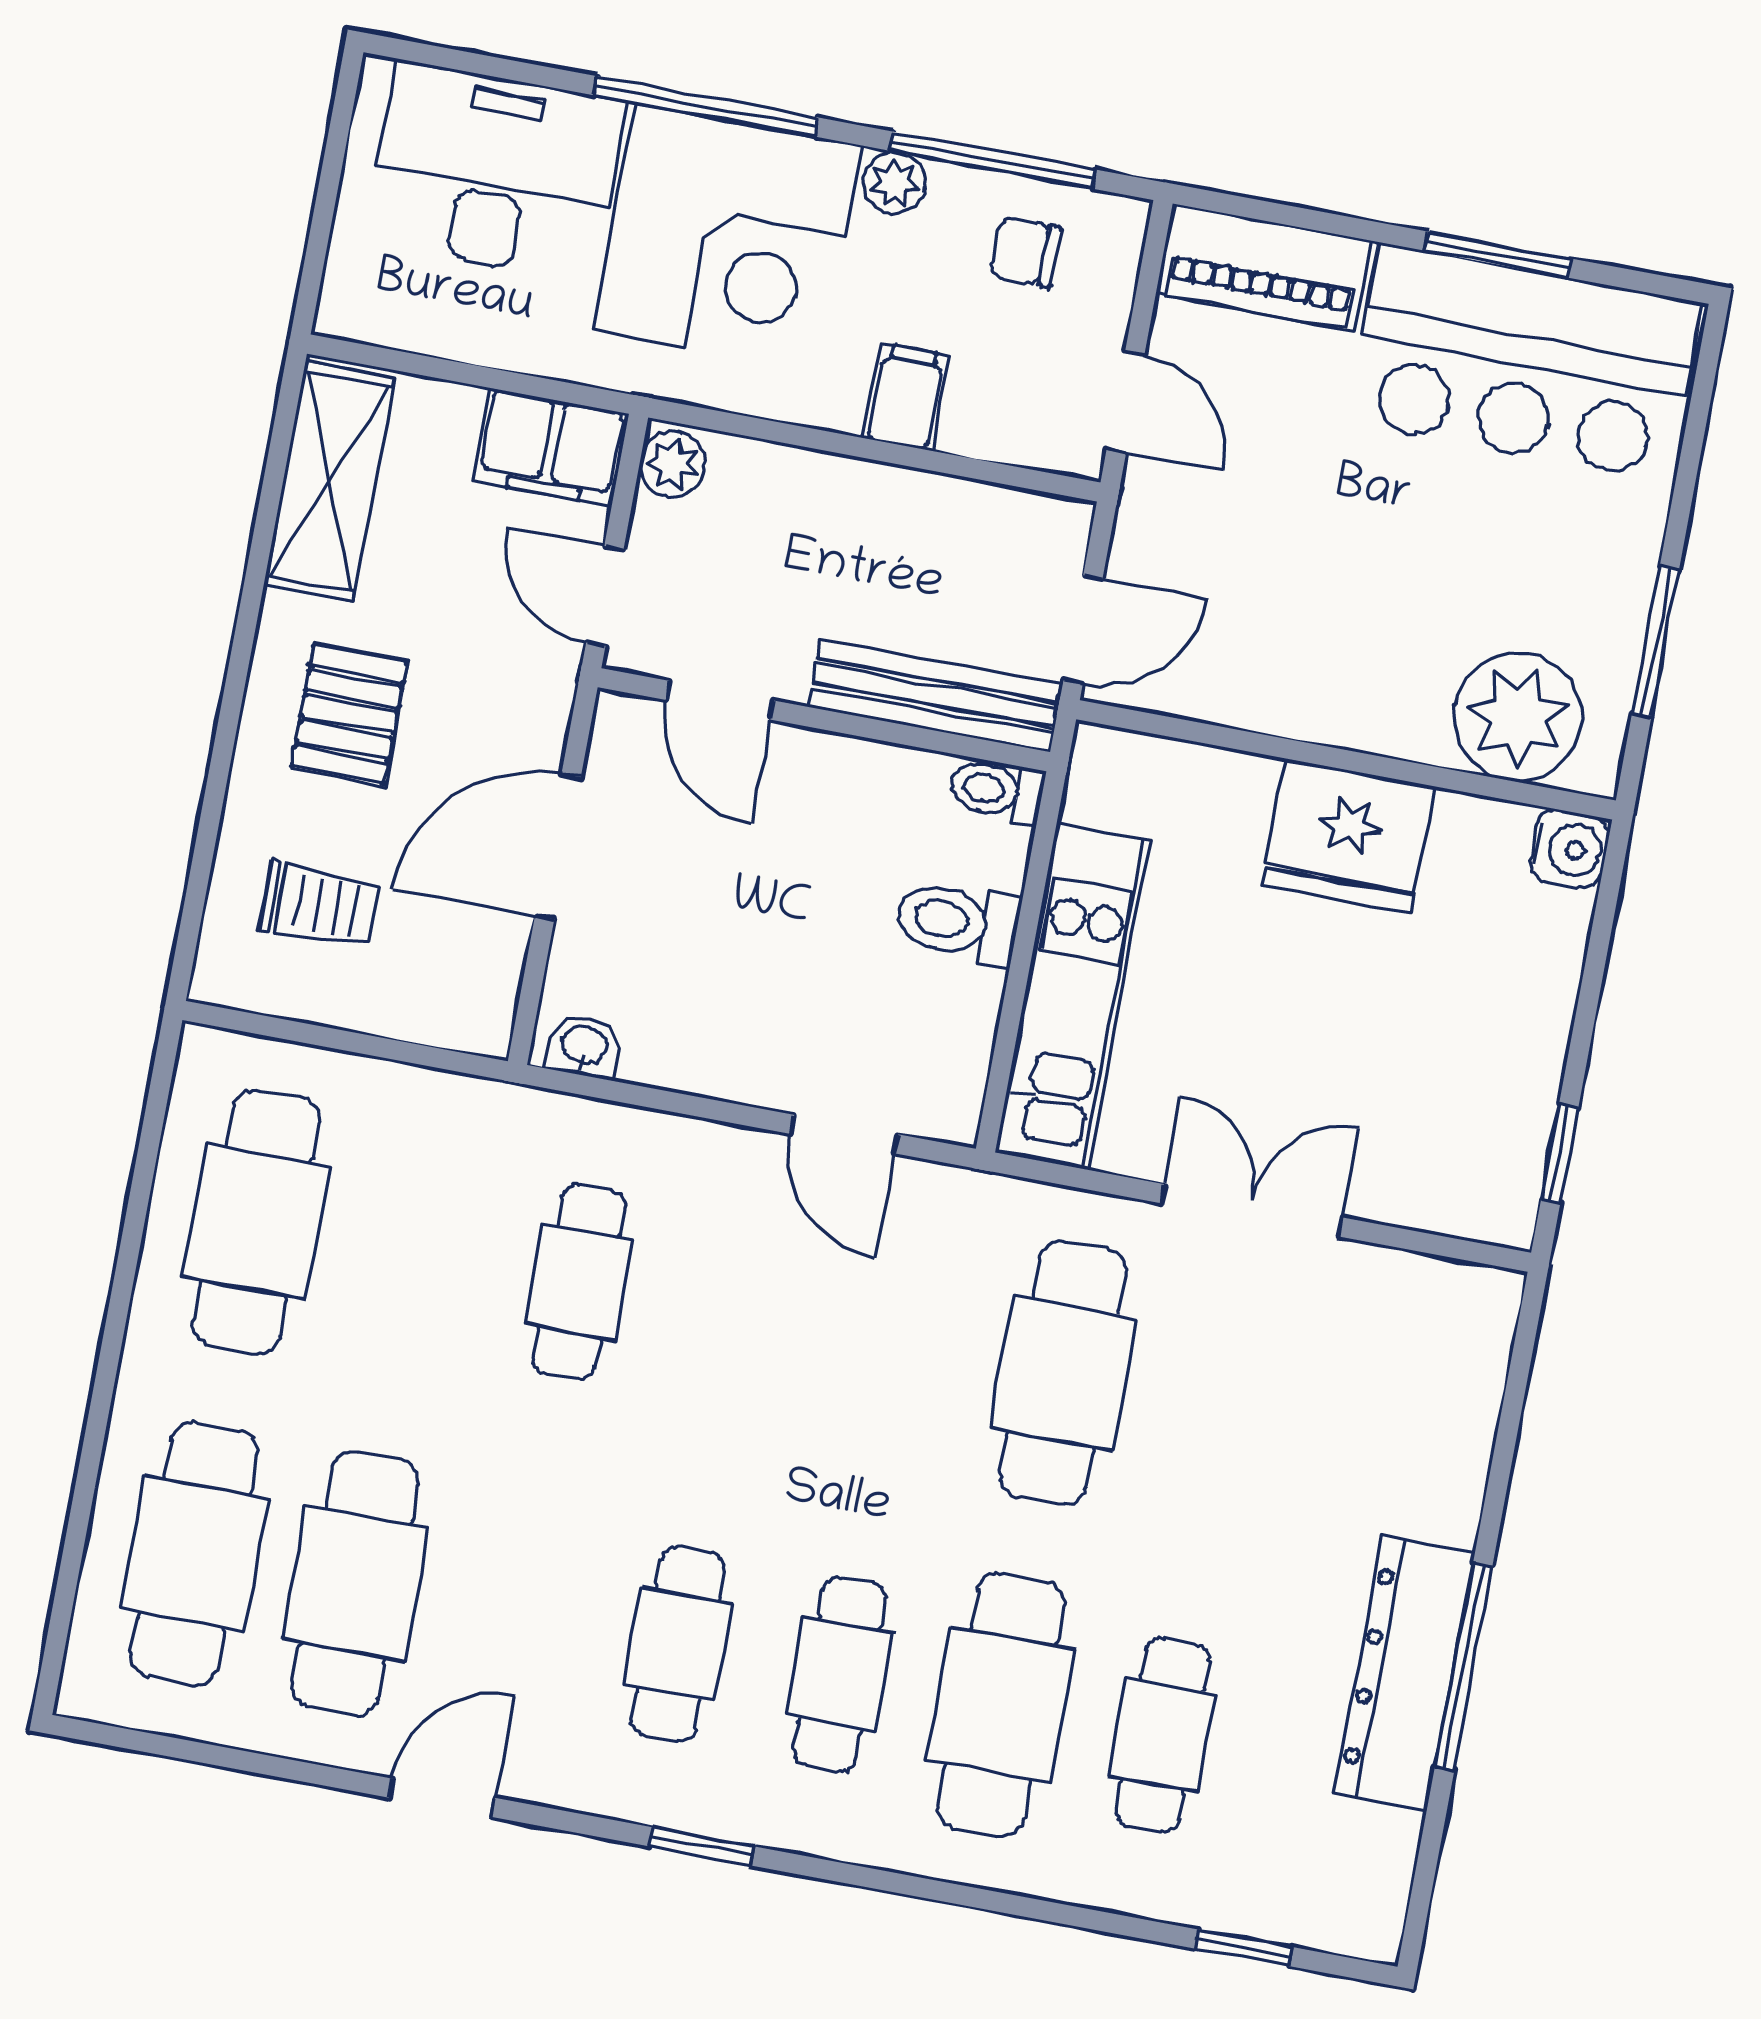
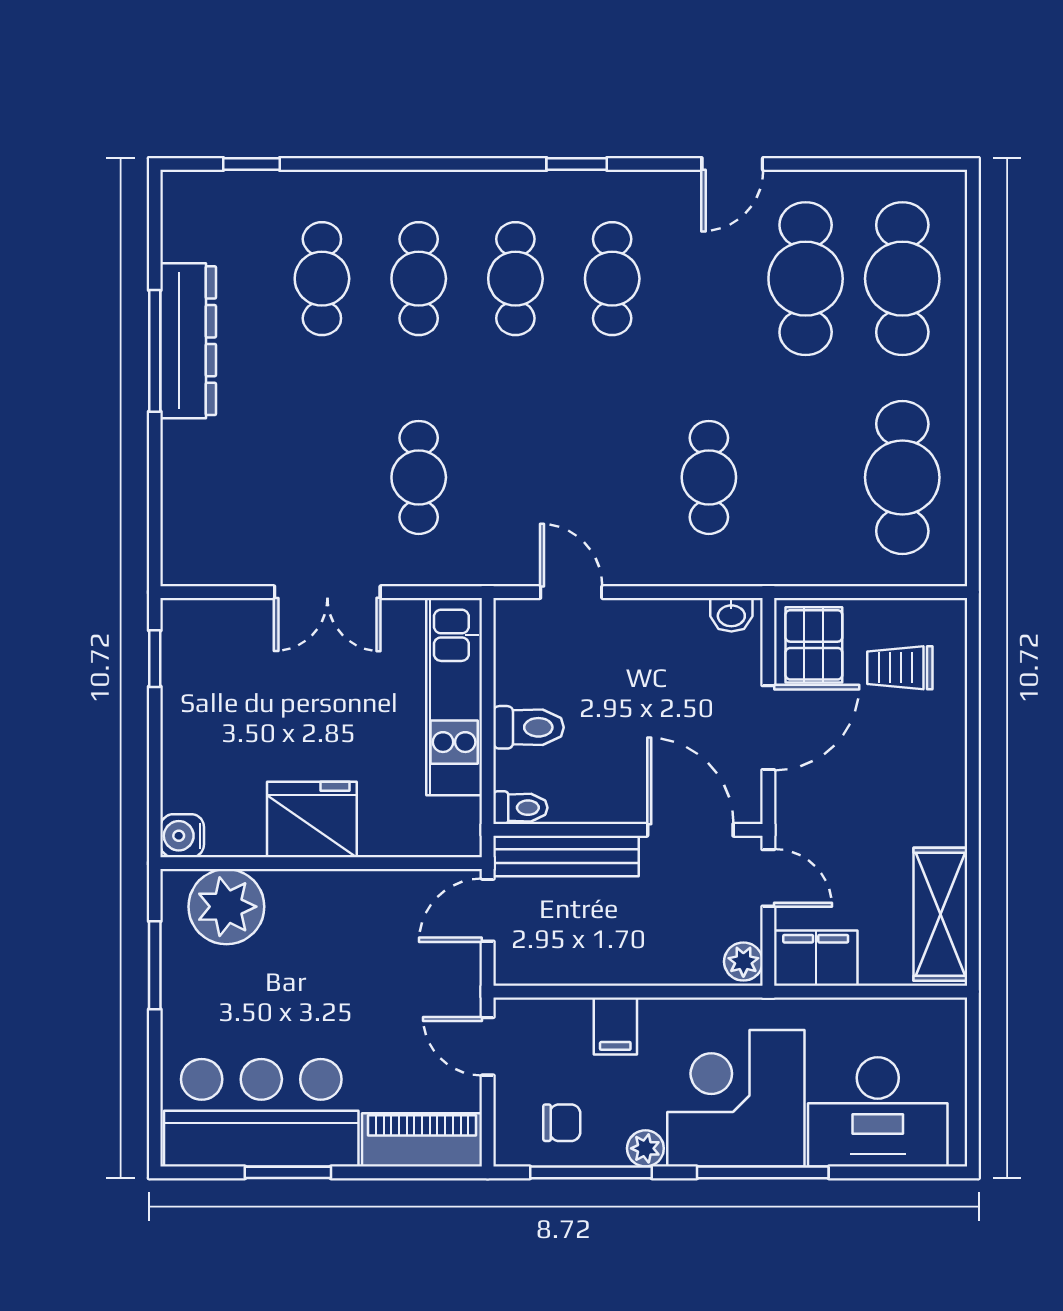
door: (720, 700) -> (690, 830), width x1.38
pallet: (349, 714) -> (814, 645), moved
cafe table: (1063, 1373) -> (419, 477), width x0.73, depth x0.74
cafe table: (1001, 1705) -> (419, 279), width x0.73, depth x0.74

